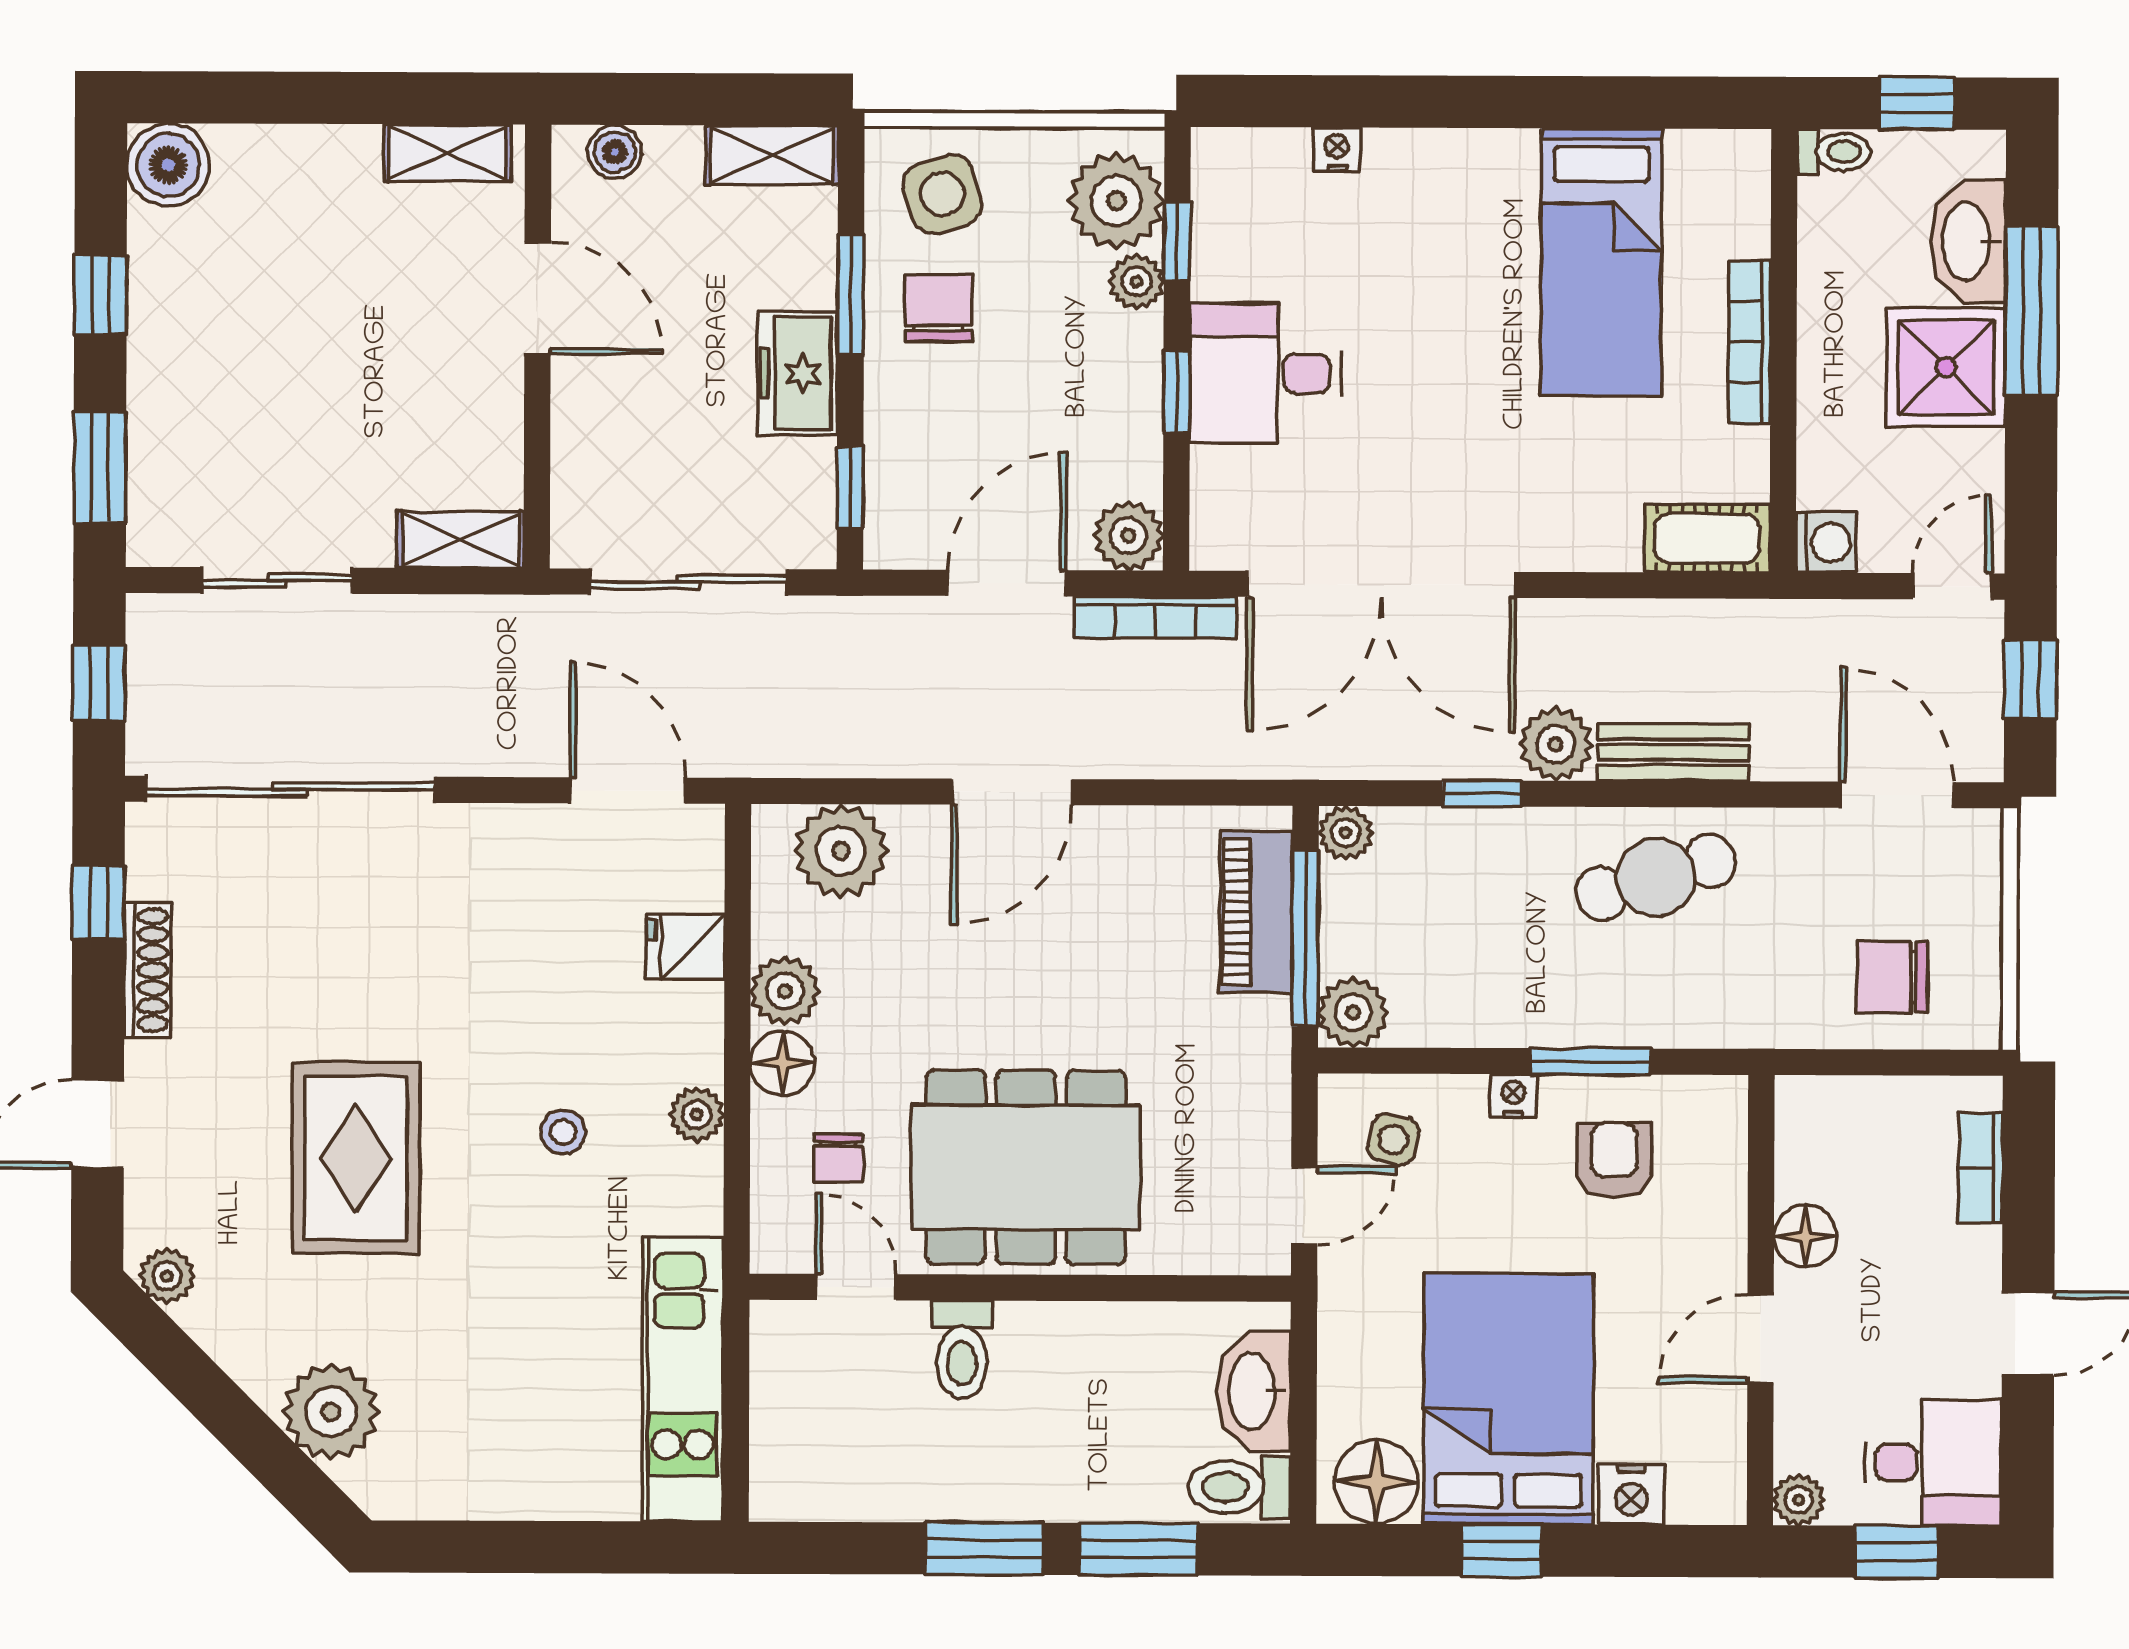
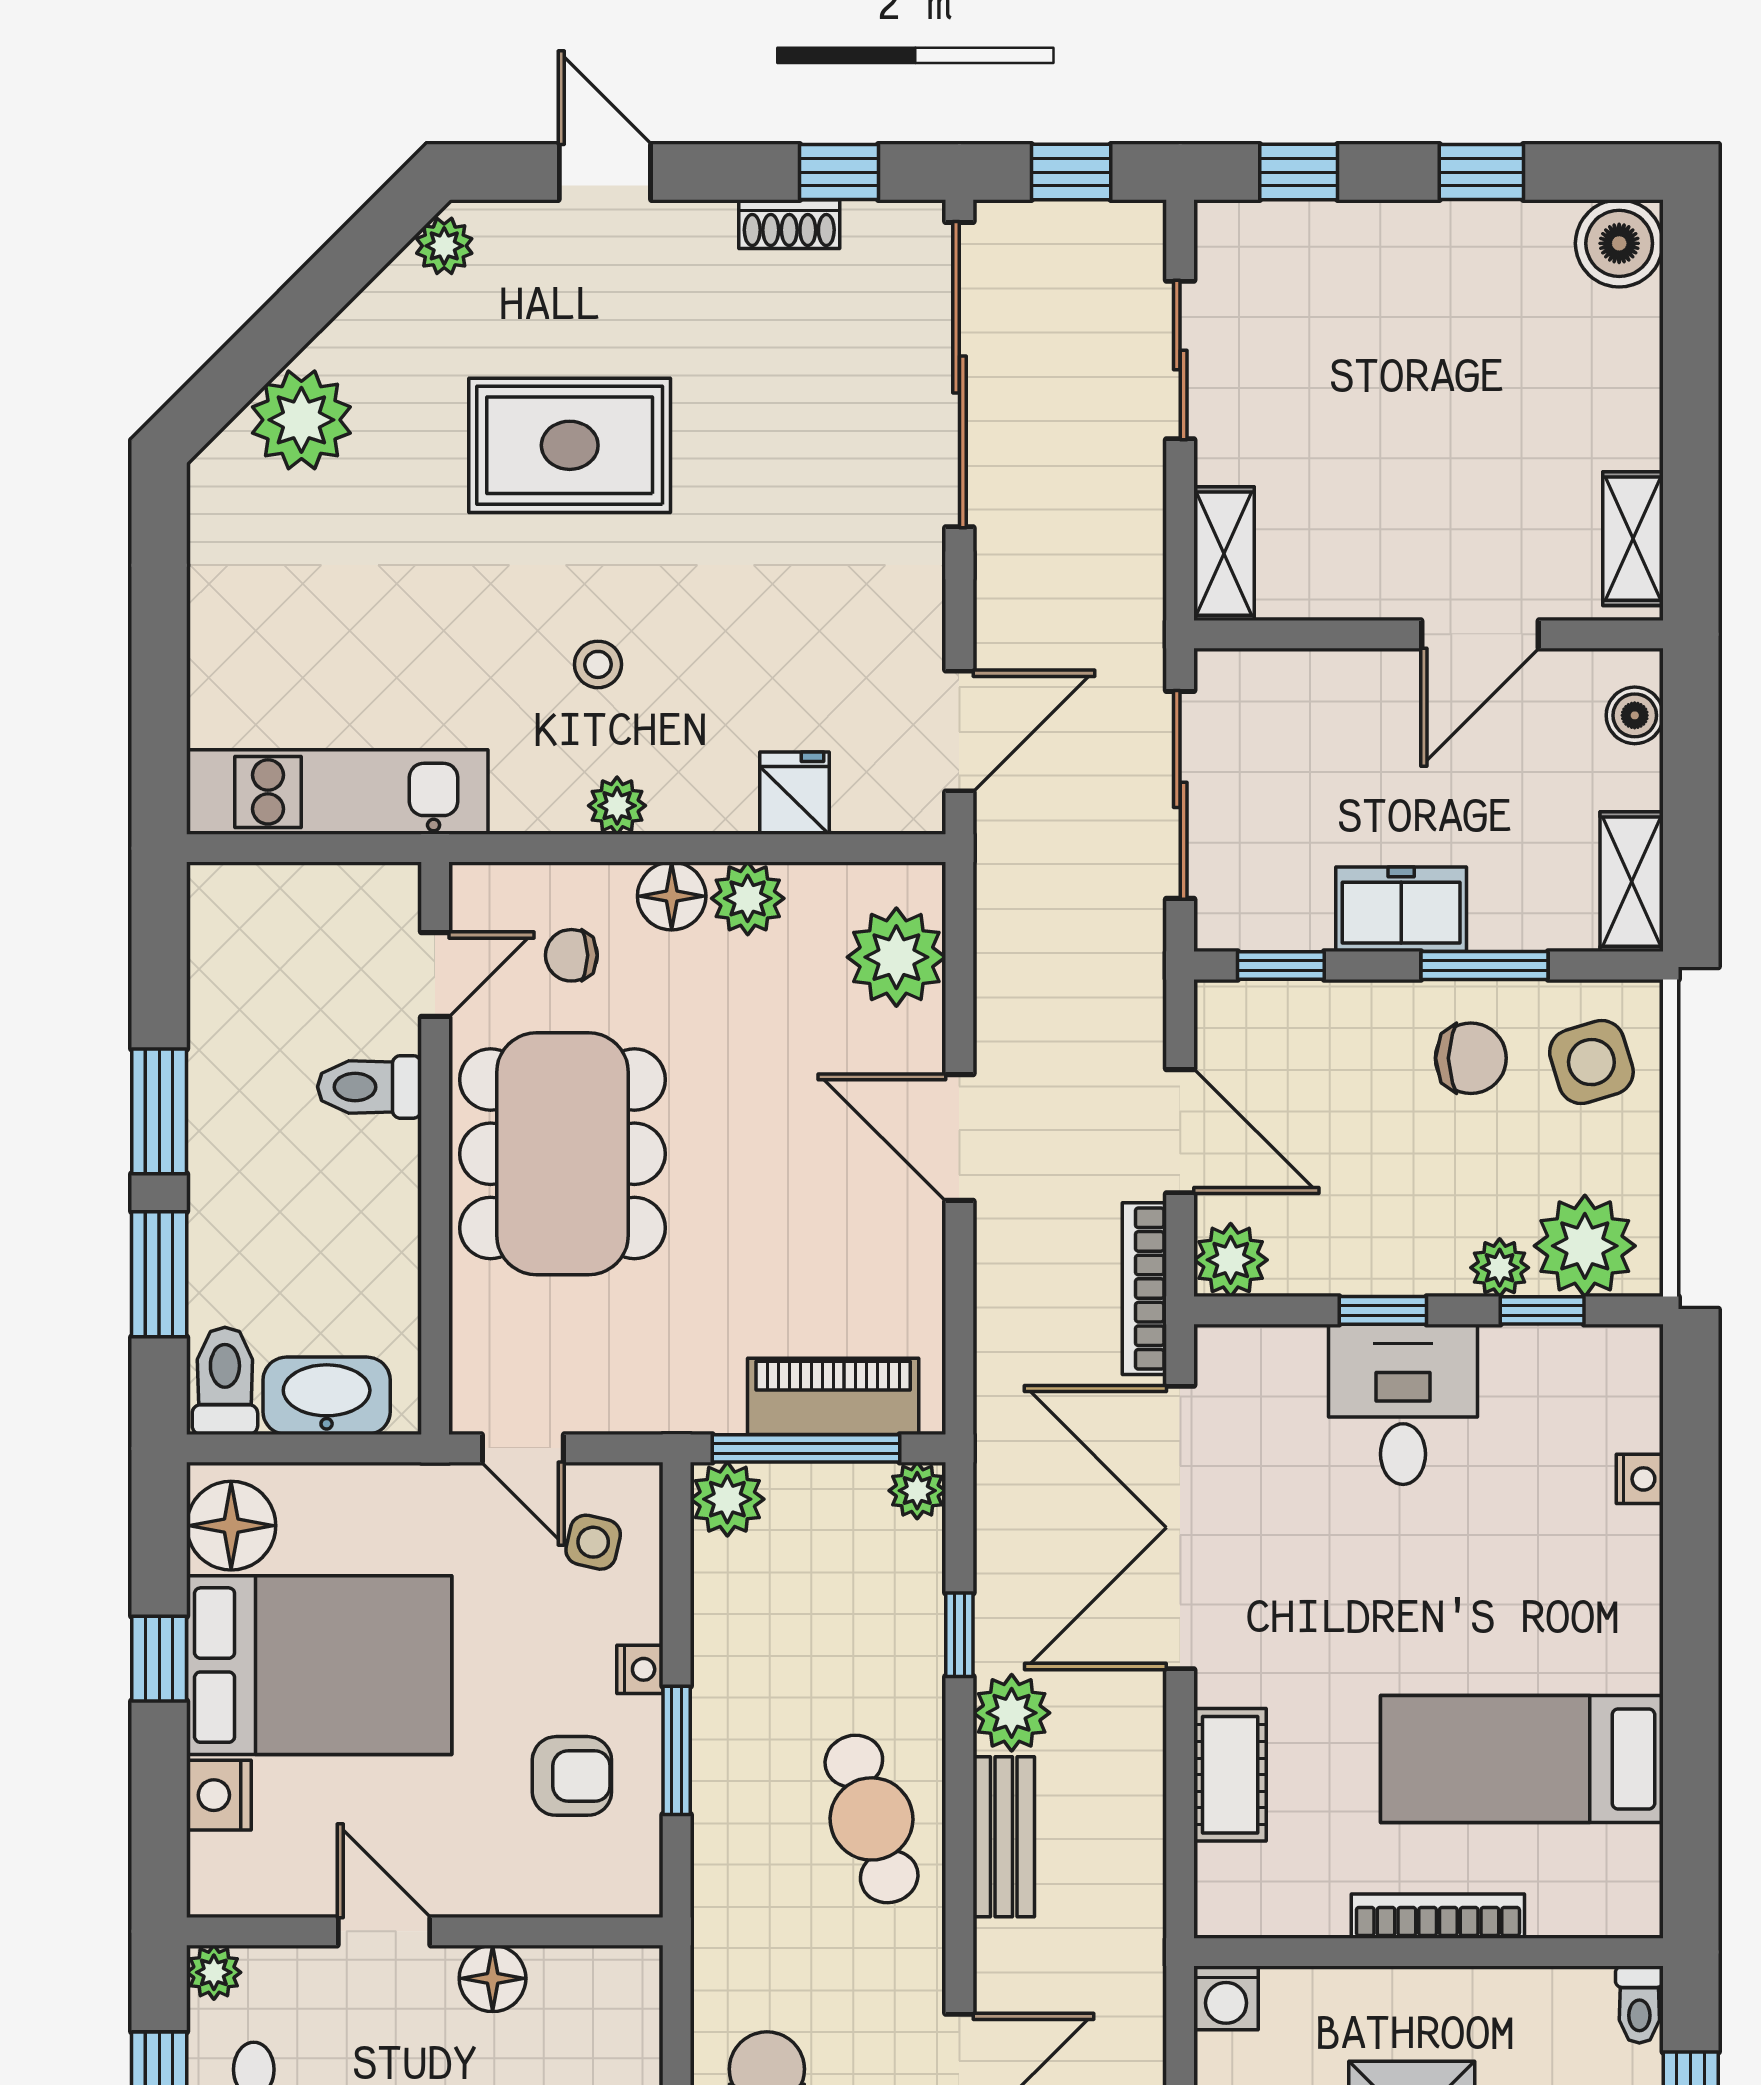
window: (100, 468) -> (1299, 172), width x0.67
cot: (1707, 538) -> (1230, 1775), moved
shoe rack: (147, 970) -> (789, 224), width x0.70

